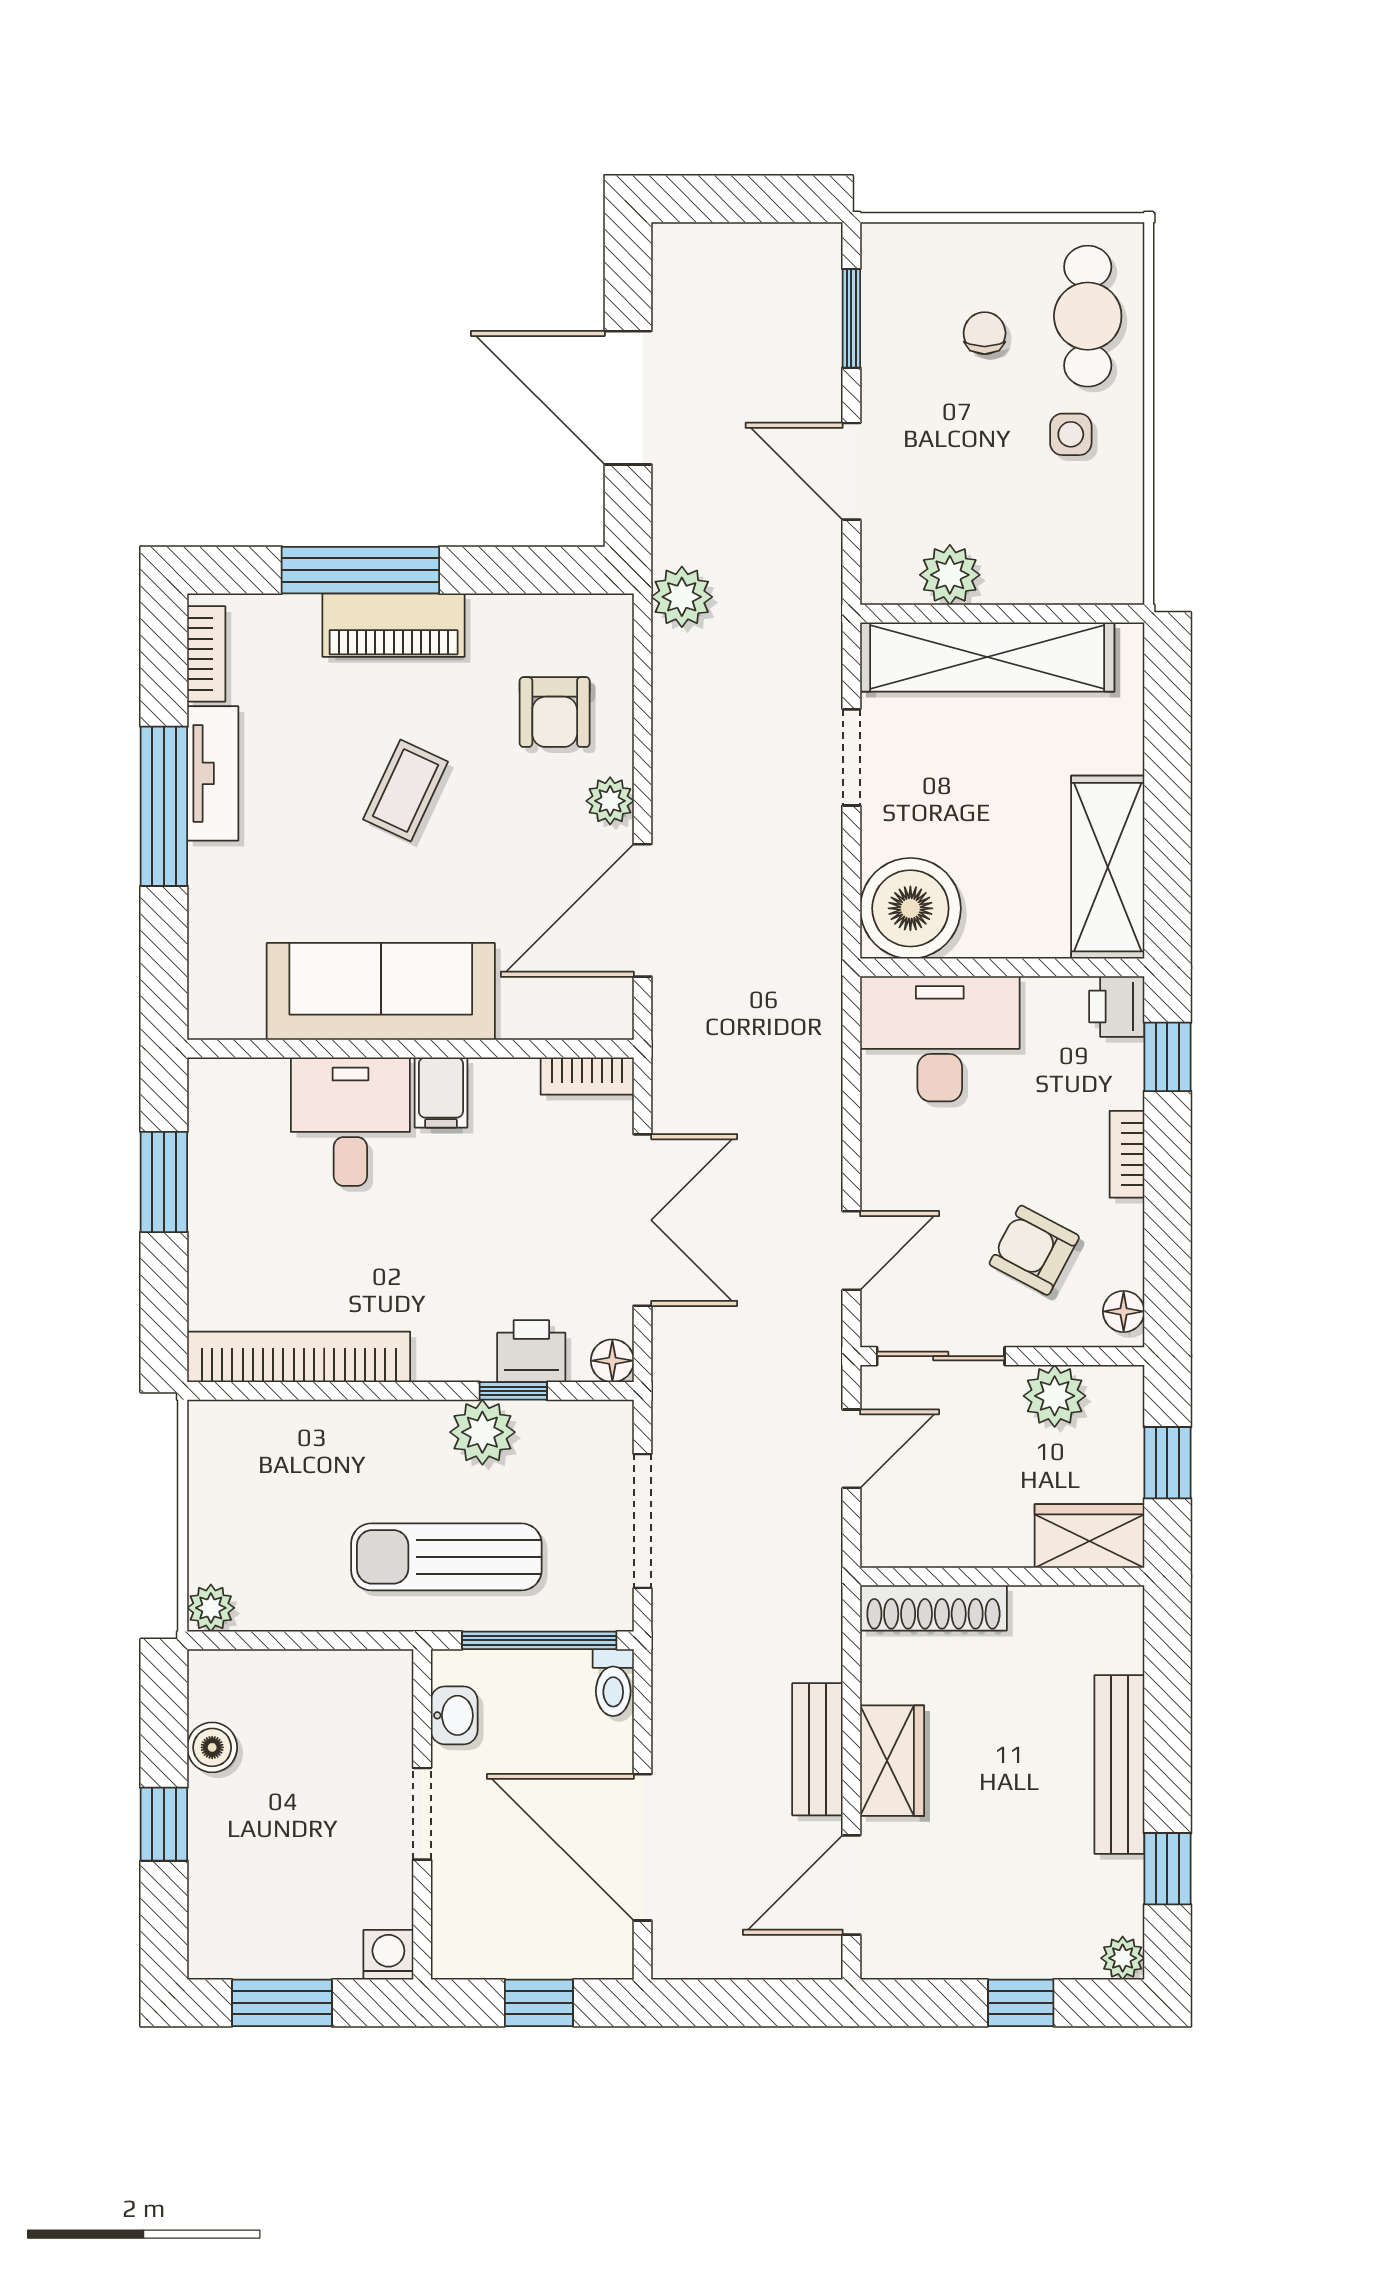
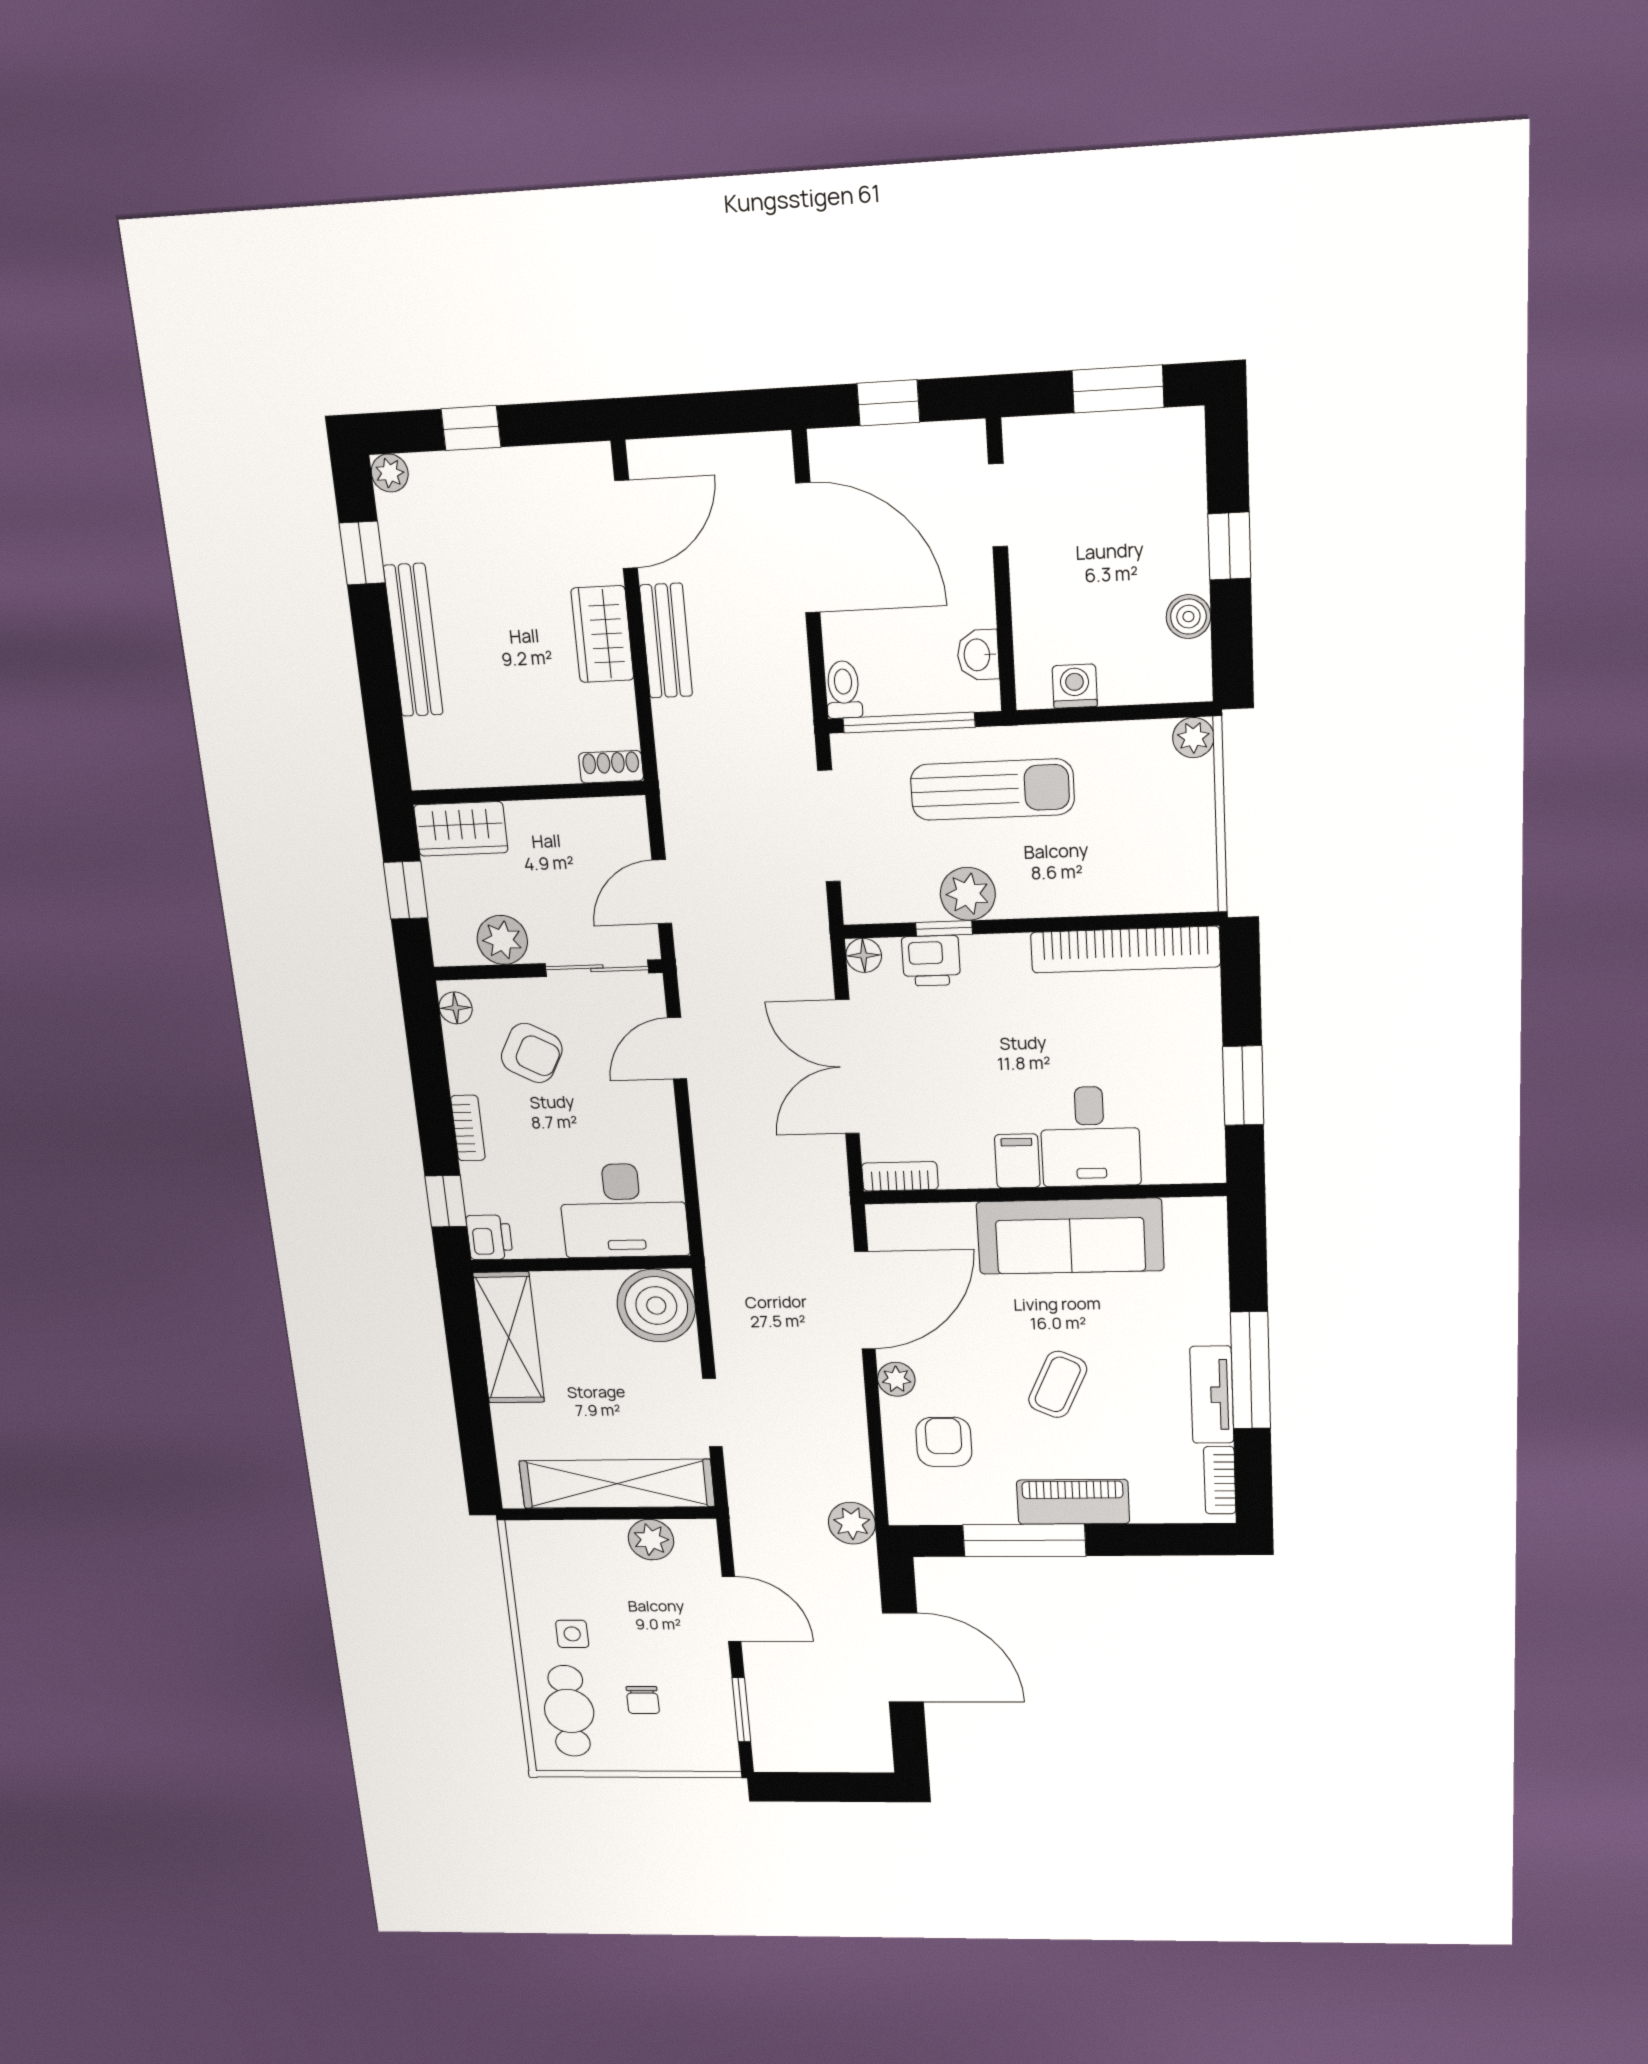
window: (360, 570) -> (1024, 1540), moved
shoe rack: (933, 1608) -> (611, 767), width x0.51, depth x0.81
doorway: (422, 1814) -> (998, 505), moved
washing machine: (388, 1955) -> (1075, 686), moved, turned 180

